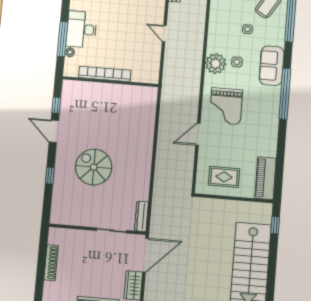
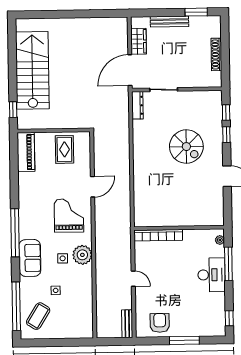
plant: (70, 52) -> (220, 240), moved
bookcase: (105, 74) -> (158, 235), moved
window: (56, 105) -> (226, 113), moved
rug: (224, 177) -> (64, 149), turned 90

